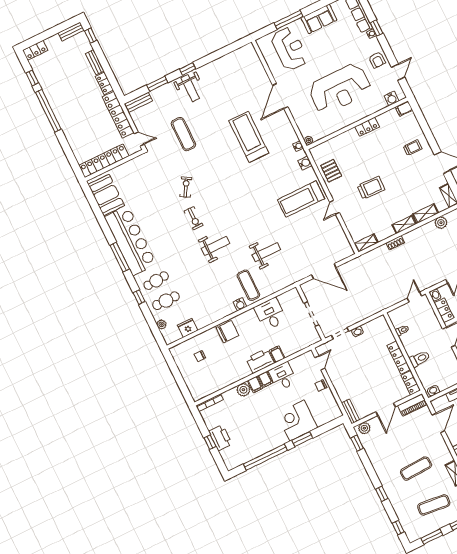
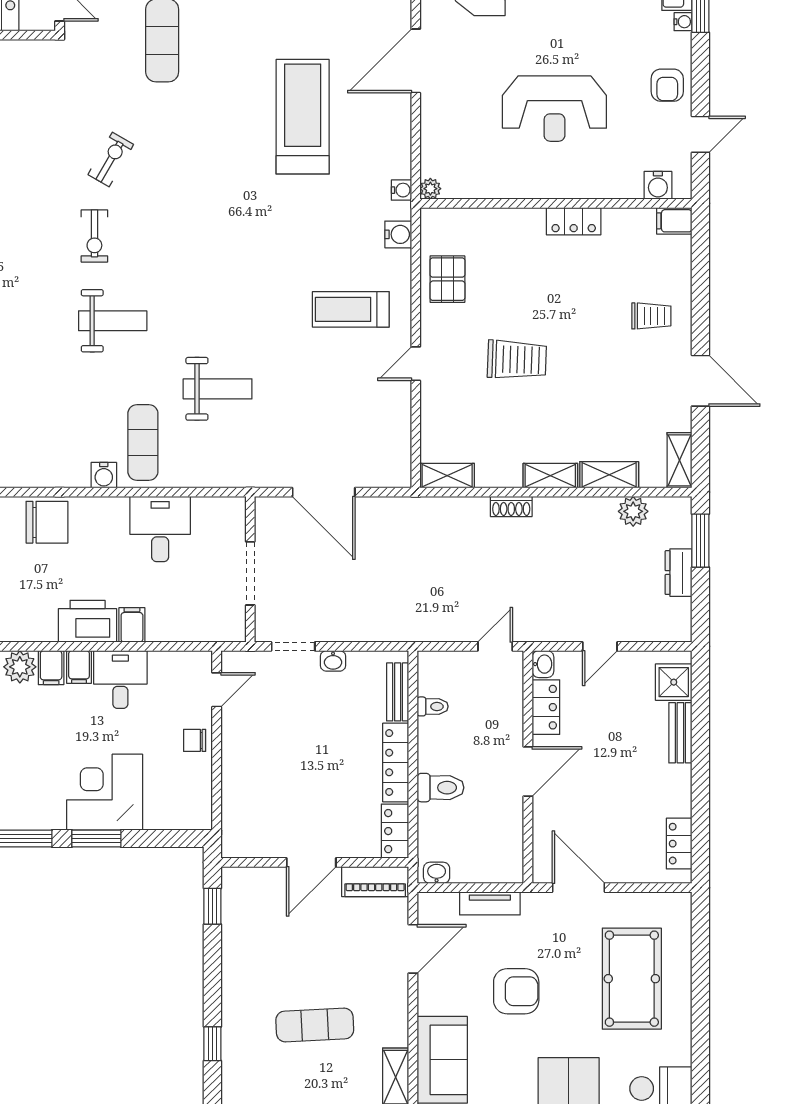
reception desk: (340, 89) -> (554, 109), width x0.74, depth x0.77
treadmill: (301, 199) -> (351, 309), width x0.73, depth x0.73
bench: (350, 411) -> (398, 692), moved
plant: (364, 428) -> (245, 881), removed

